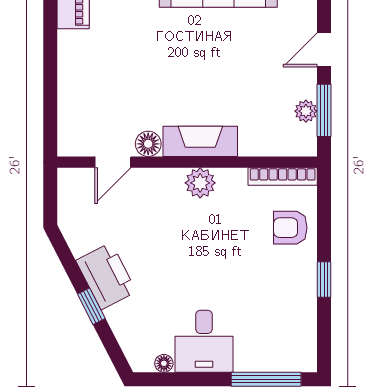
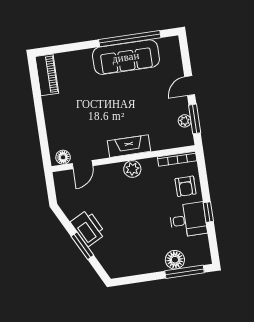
floor lamp: (148, 144) -> (63, 157), moved
armchair: (290, 228) -> (186, 186), turned -90
window: (91, 306) -> (82, 246), width x1.50
desk: (204, 341) -> (188, 220), moved, turned -90
floor lamp: (164, 363) -> (175, 260), moved, width x1.89, depth x1.89

